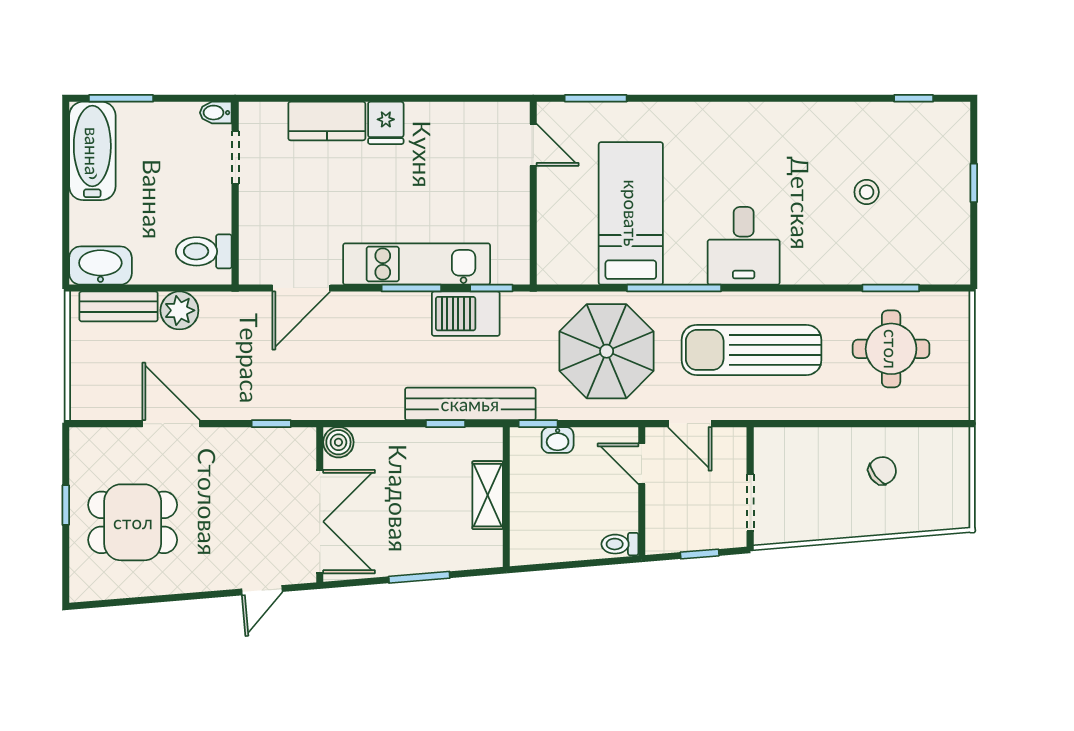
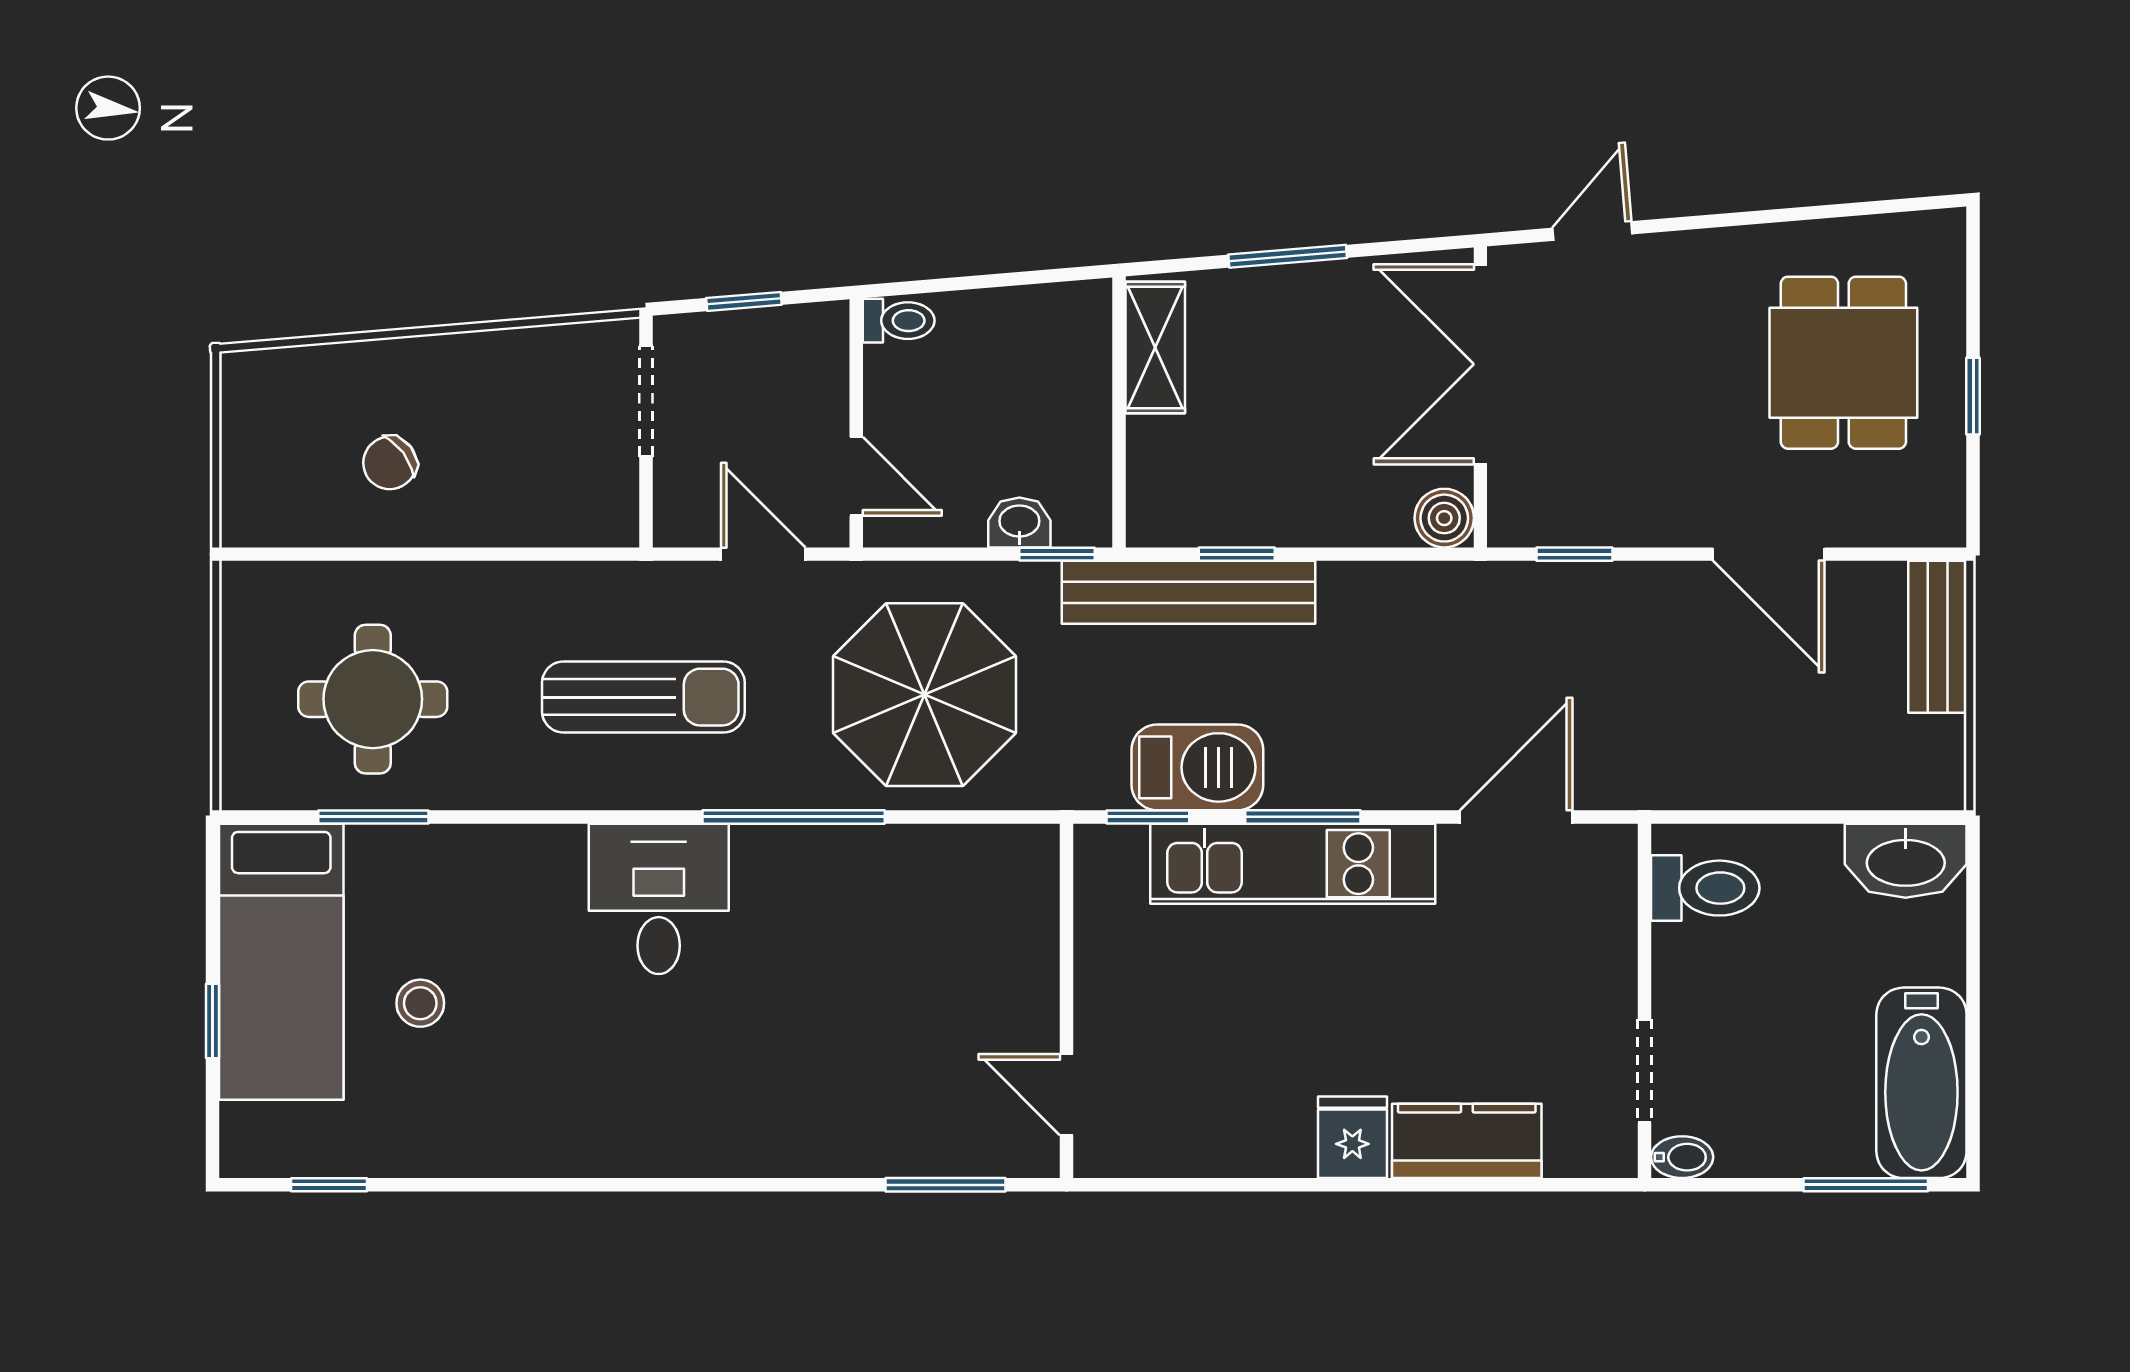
bed: (631, 213) -> (281, 962), moved
bench: (119, 306) -> (1937, 637), moved, turned 90
plant: (179, 310) -> (1753, 774), removed
sun lounger: (752, 350) -> (643, 697), width x0.73, depth x0.75
shelving: (488, 495) -> (1155, 347), moved
dining table: (133, 522) -> (1843, 363), turned 90

